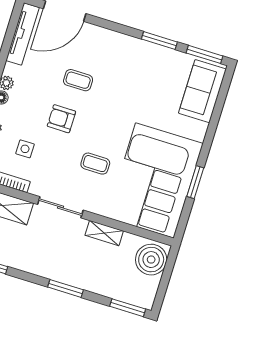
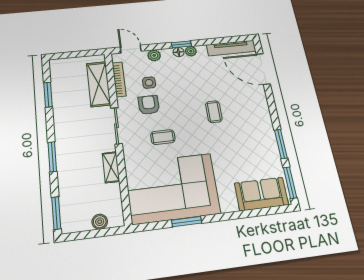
coffee table: (78, 80) -> (214, 112), moved
armchair: (61, 119) -> (149, 105), moved
coffee table: (95, 164) -> (163, 137), turned 90
boiler: (151, 260) -> (100, 222), width x0.54, depth x0.54

